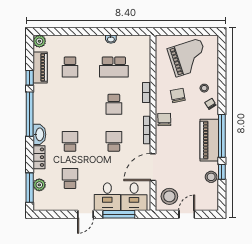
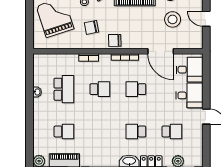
school desk: (70, 179) -> (172, 131), turned 180
stool: (169, 196) -> (173, 19), moved
window: (119, 214) -> (206, 84), removed

